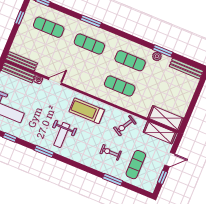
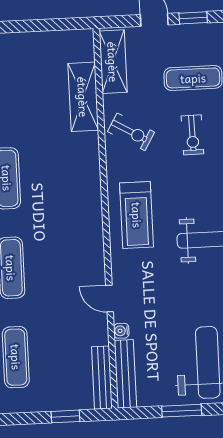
window: (20, 18) -> (65, 416), moved
exercise mat: (120, 86) -> (62, 176), removed
shelving: (166, 118) -> (83, 97), moved

